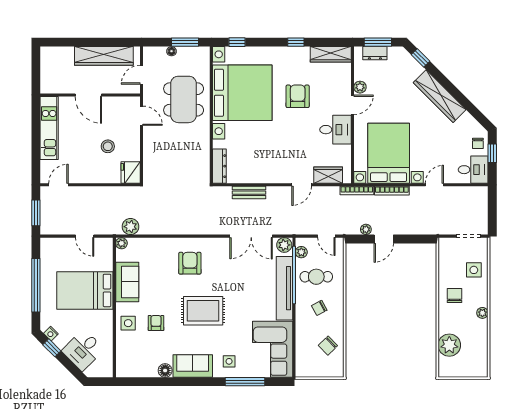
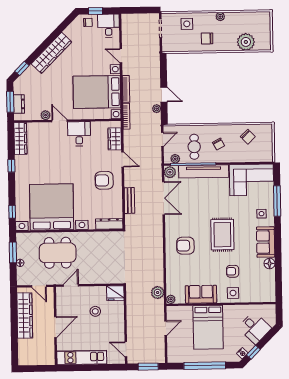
armchair: (298, 96) -> (104, 180), moved

